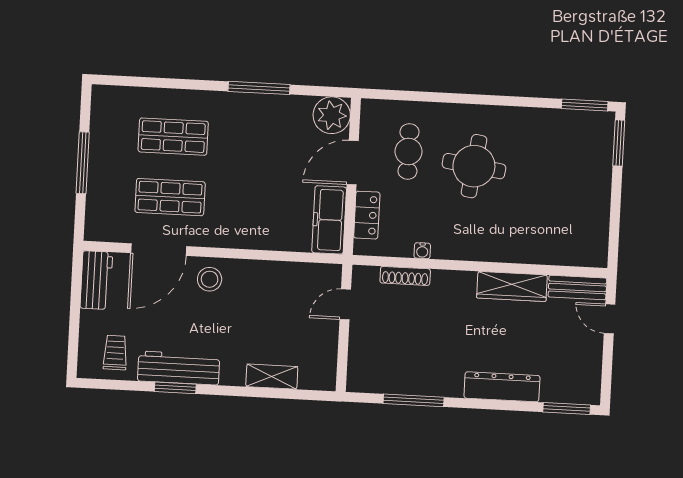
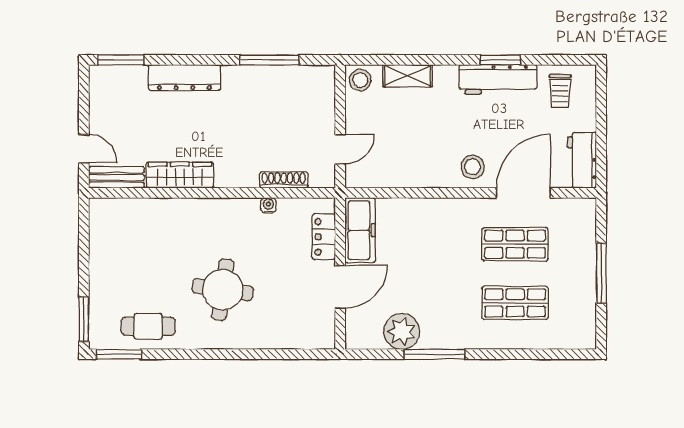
plant: (332, 115) -> (402, 332), moved
cafe table: (408, 151) -> (148, 326), moved, turned 90
stool: (321, 375) -> (360, 80), added

